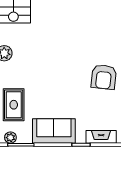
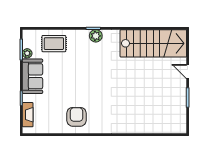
armchair: (104, 77) -> (77, 117), turned 84
plant: (10, 138) -> (27, 53), moved

